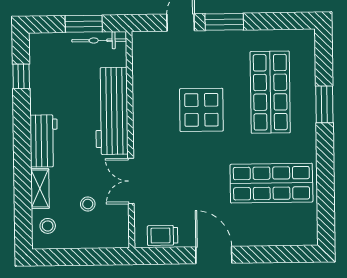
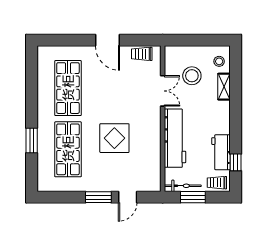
trolley: (48, 46) -> (217, 183), added
workbench: (44, 141) -> (221, 152), moved
shop shelf: (271, 183) -> (68, 88), turned 90
stool: (88, 204) -> (192, 76), width x1.89, depth x1.89
trolley: (163, 235) -> (142, 54), turned 180

